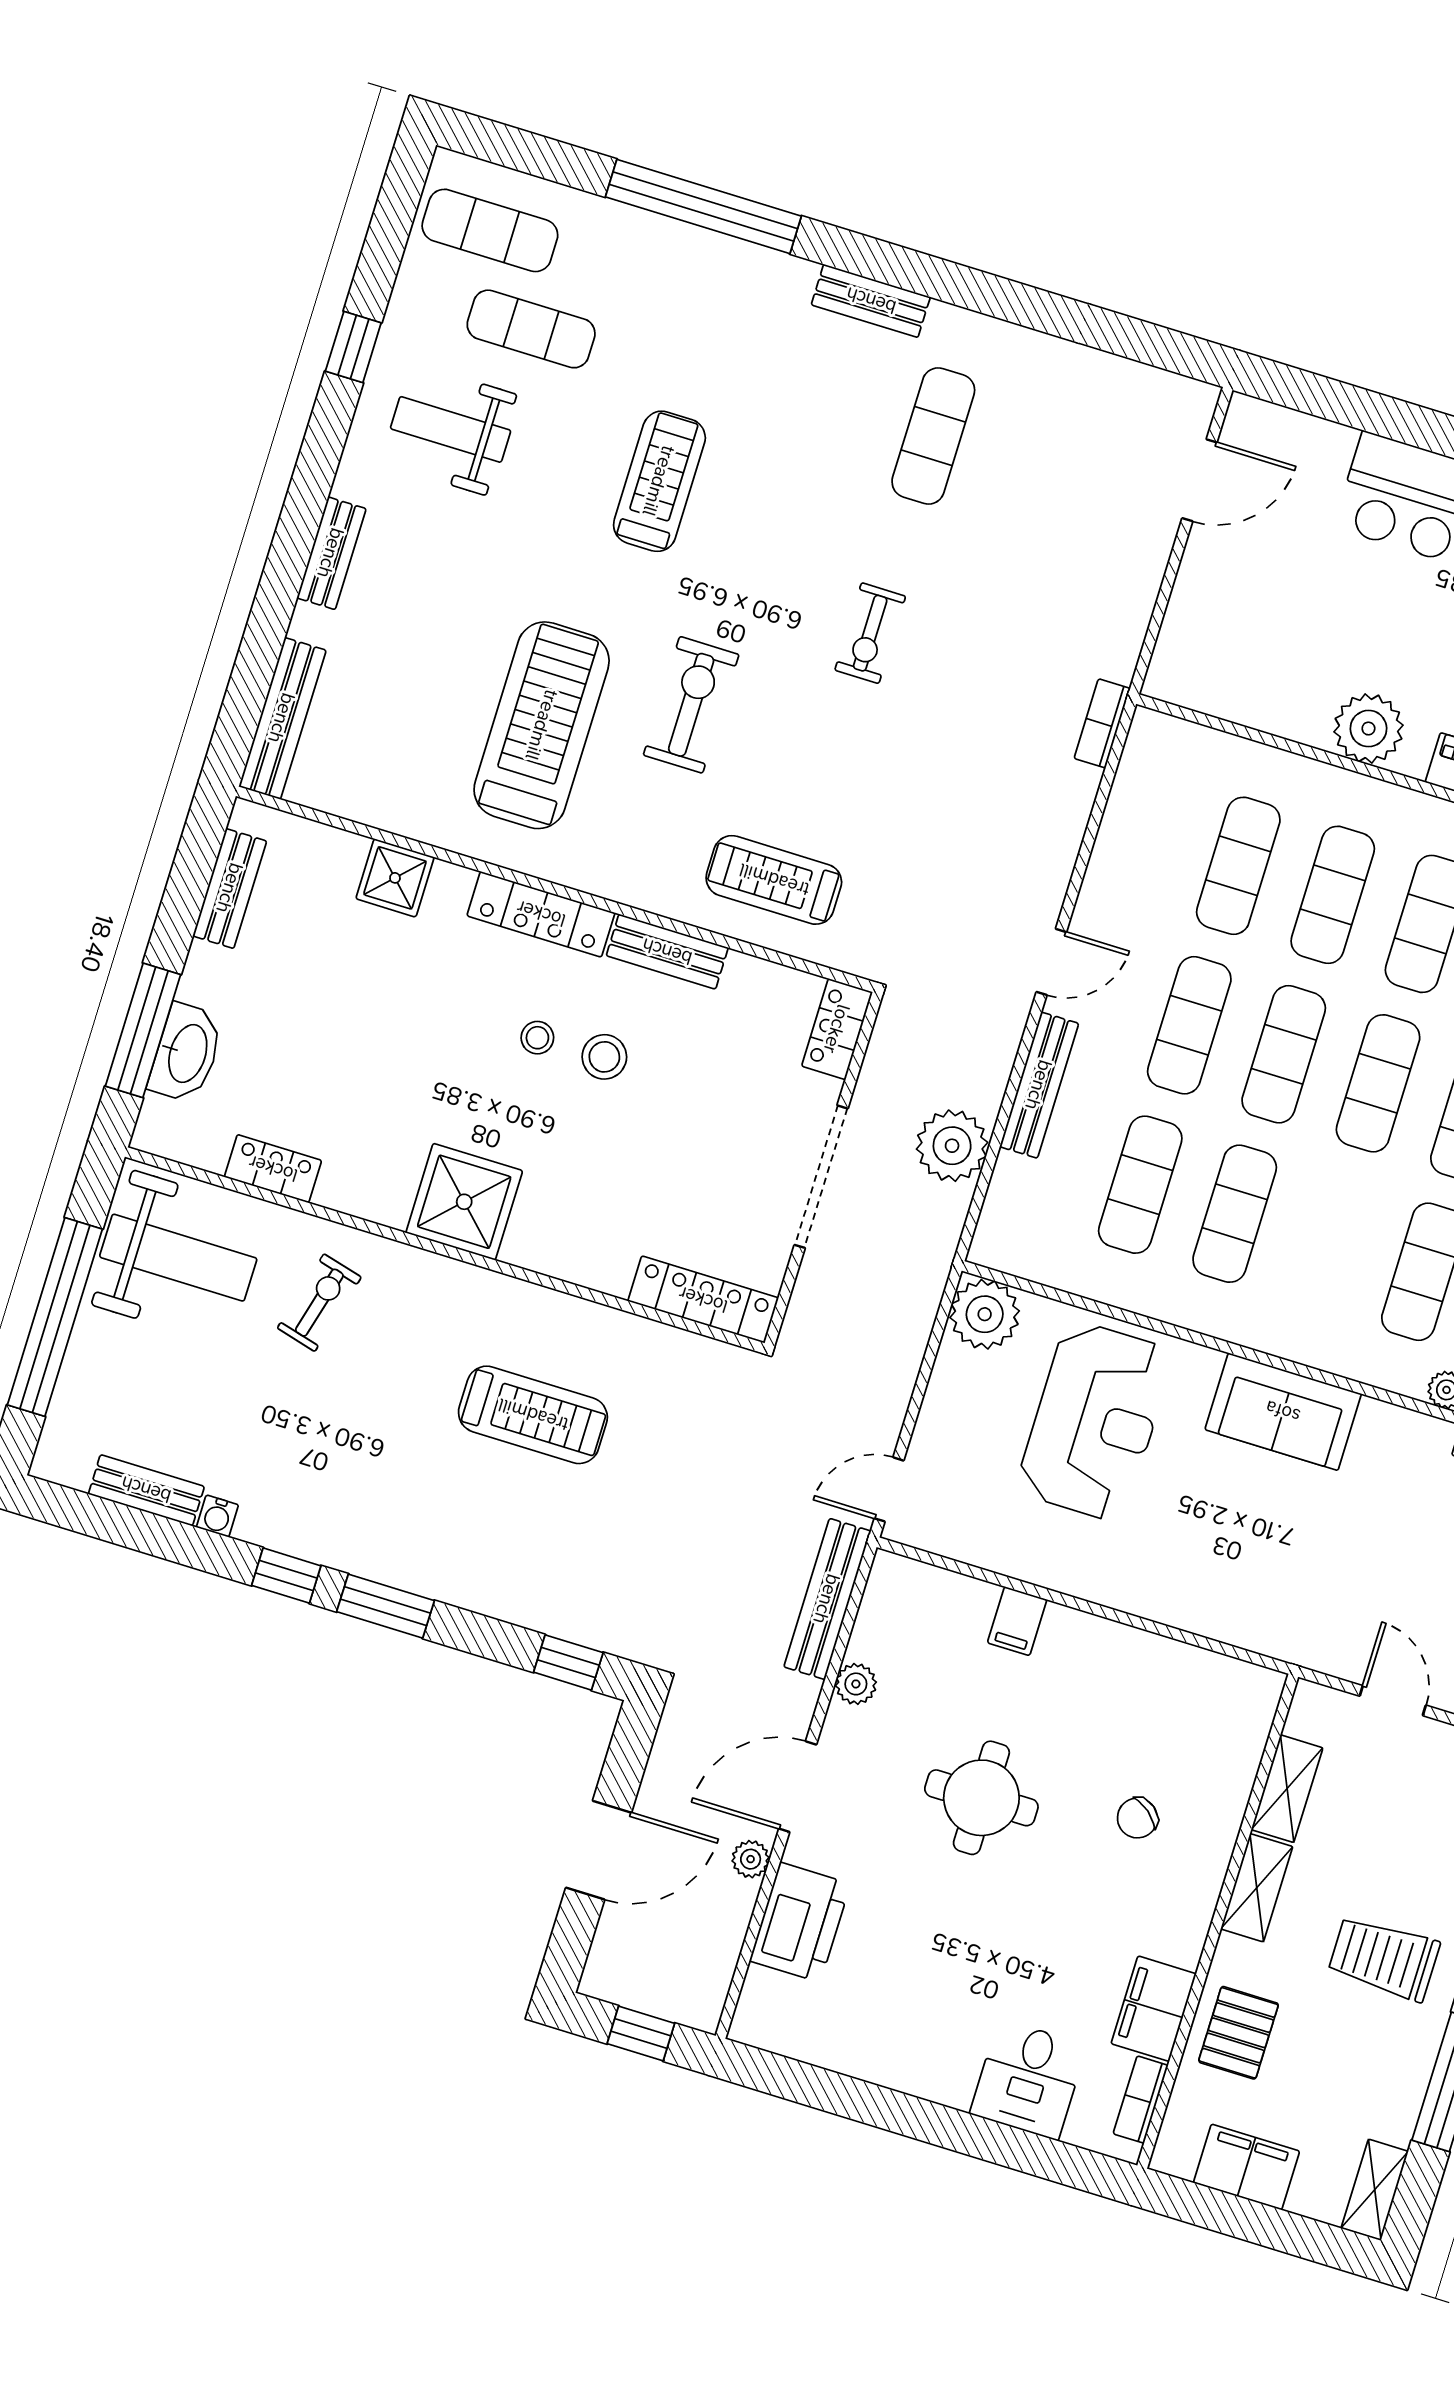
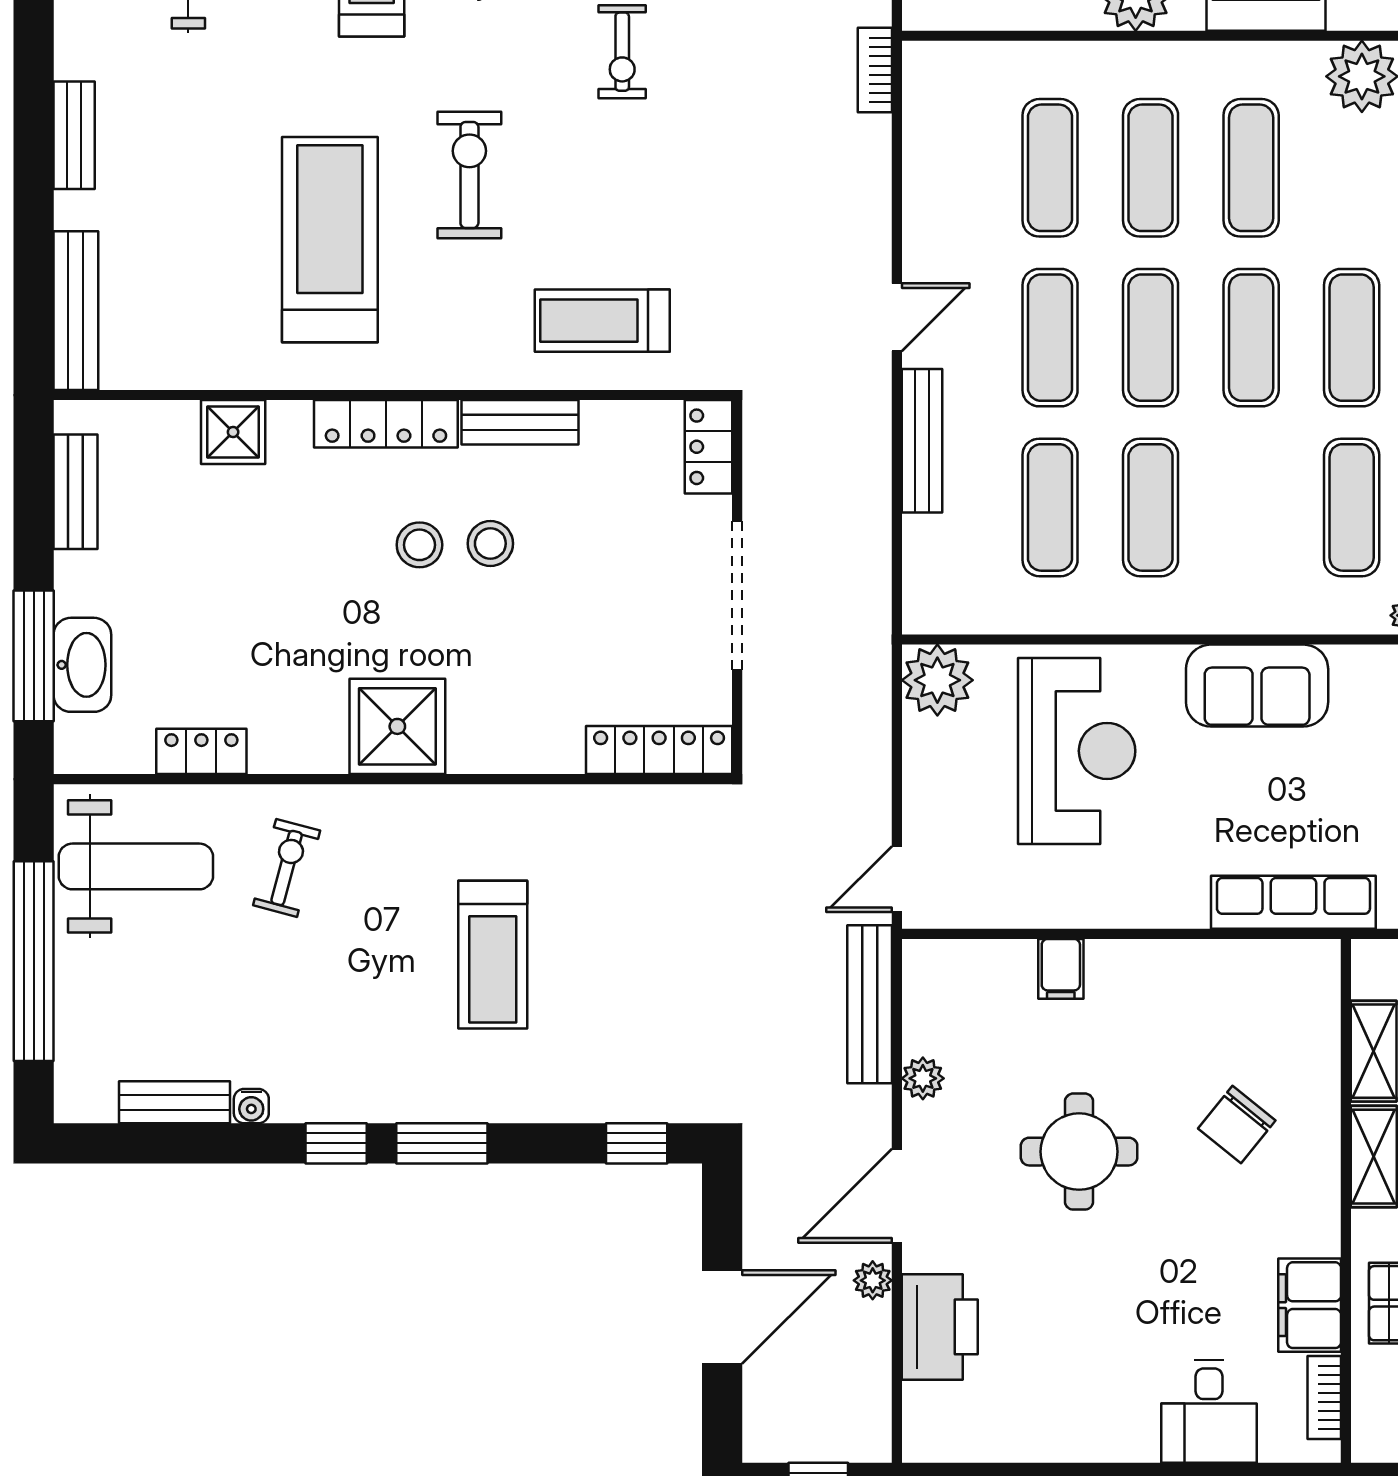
stool: (537, 1038) -> (419, 545), width x1.37, depth x1.37
plant: (952, 1146) -> (855, 526), removed
treadmill: (533, 1415) -> (493, 955), moved, turned 90
row of seats: (1255, 1626) -> (1293, 902), added
chair: (1137, 1818) -> (1237, 1125), width x1.37, depth x1.37

